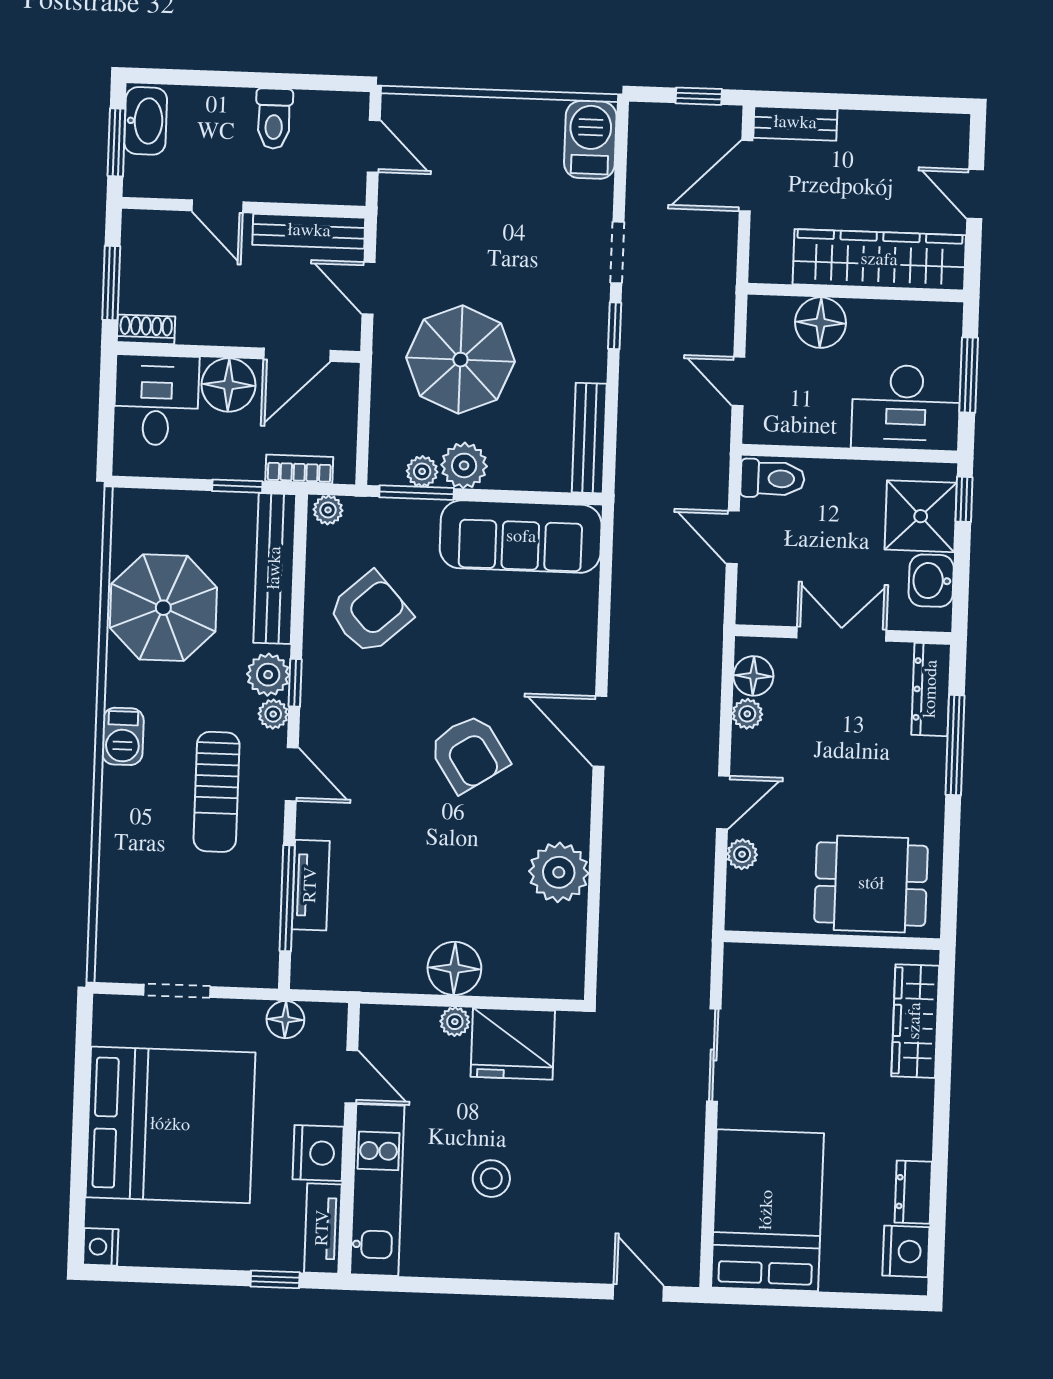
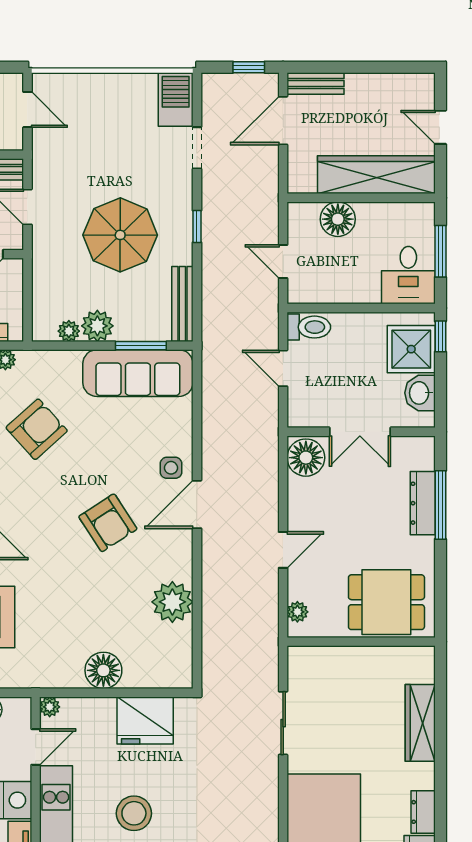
doorway: (617, 252) -> (197, 148), moved
parasol: (460, 360) -> (120, 235), moved
desk: (906, 408) -> (408, 275), width x0.73
window: (417, 493) -> (141, 346), moved
double door: (841, 634) -> (360, 432), swing flipped
side table: (564, 676) -> (171, 468), added
floor lamp: (753, 676) -> (306, 458), width x1.38, depth x1.38
dresser: (931, 689) -> (423, 503), moved
plant: (747, 714) -> (297, 489), removed
door: (600, 731) -> (197, 504), hinge flipped
plant: (742, 854) -> (297, 612), moved
wardrobe: (915, 1021) -> (420, 723), moved
plant: (455, 1022) -> (50, 707), moved
door: (351, 1077) -> (36, 747), hinge flipped
stool: (491, 1179) -> (134, 813), width x1.38, depth x1.38

